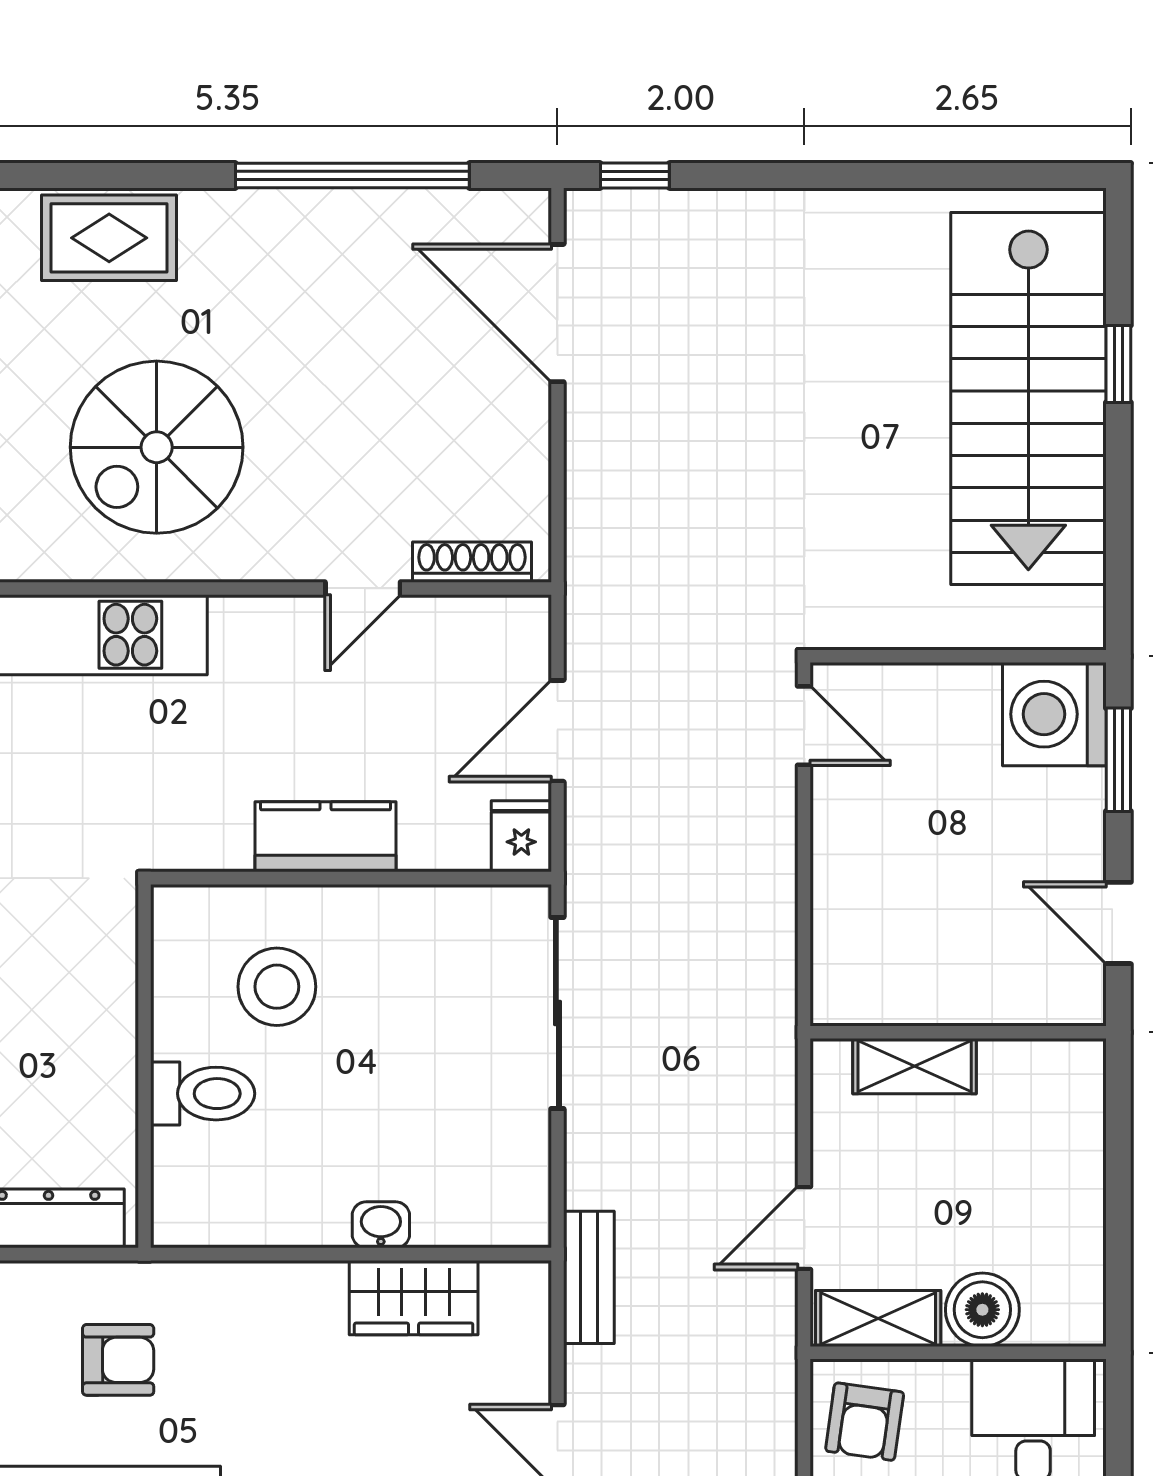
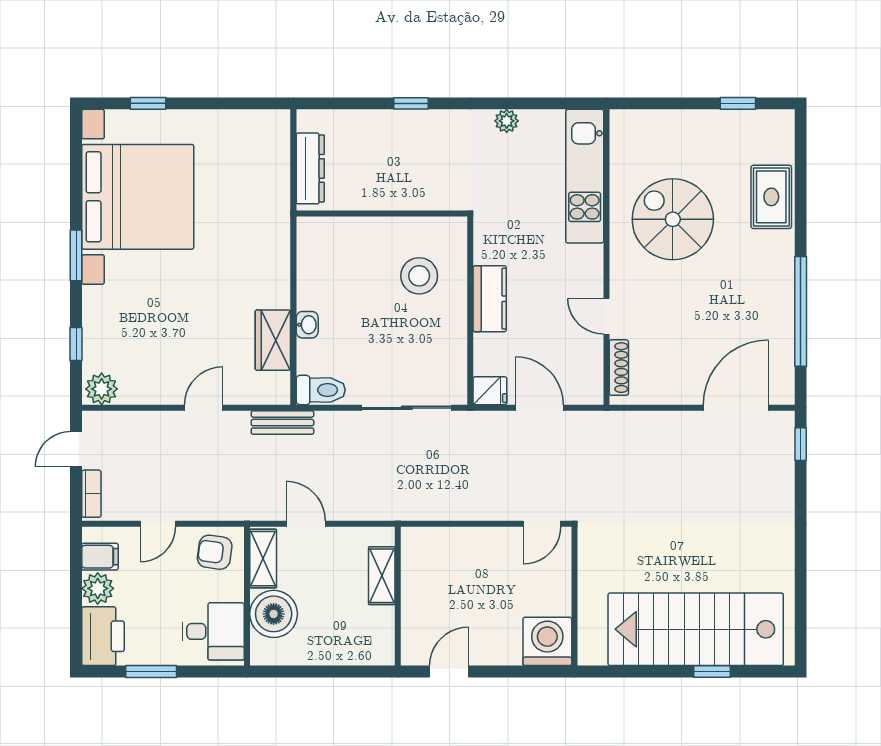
window: (1118, 760) -> (526, 672), removed
toilet: (203, 1094) -> (321, 390), moved, turned -90
boiler: (982, 1310) -> (274, 614), width x1.37, depth x1.37
armchair: (118, 1360) -> (244, 201), removed

